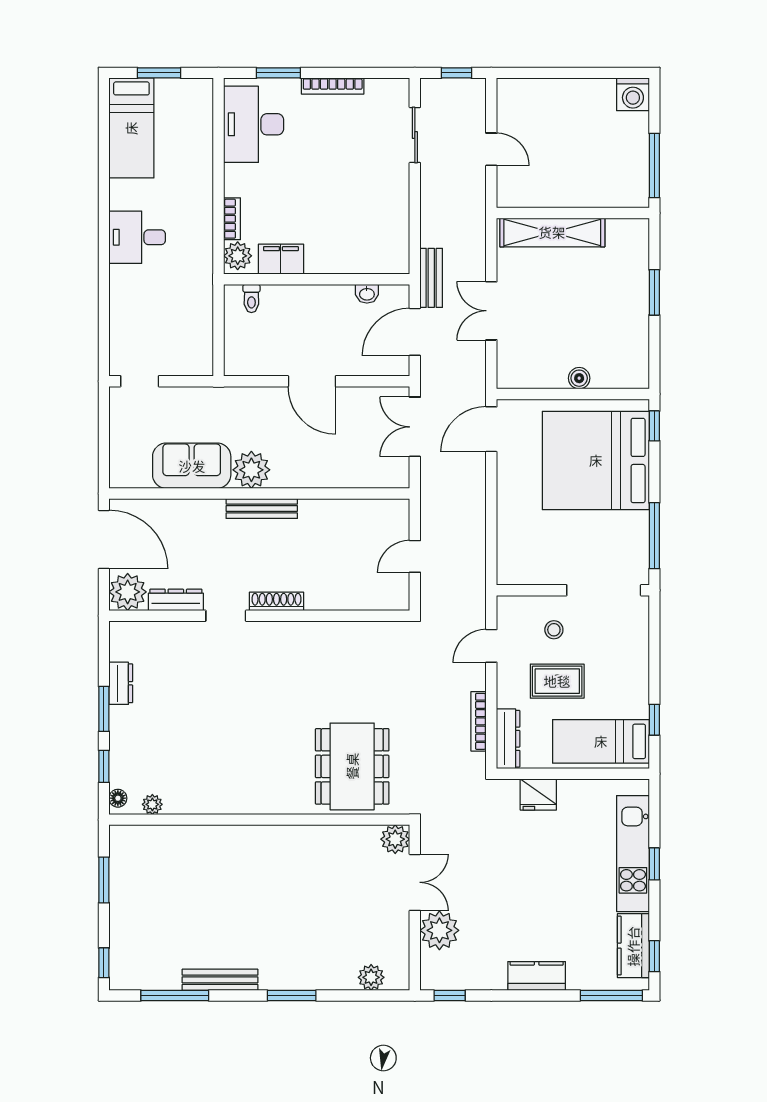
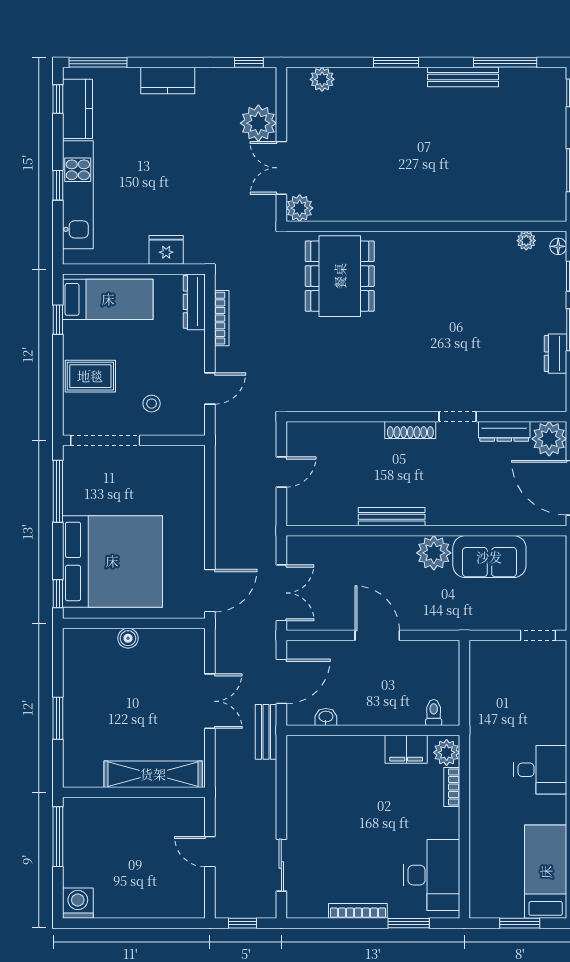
bench: (262, 508) -> (392, 517), moved
rug: (557, 681) -> (90, 376), moved

